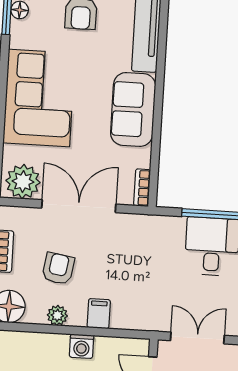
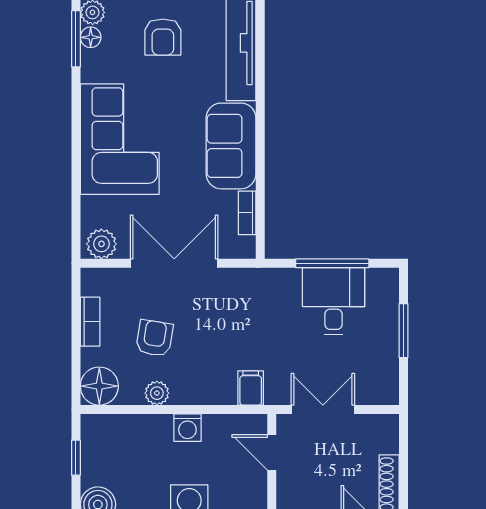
plant: (23, 182) -> (101, 244), width x0.73, depth x0.73
bookcase: (142, 188) -> (247, 213), moved
filing cabinet: (99, 314) -> (251, 388), moved

